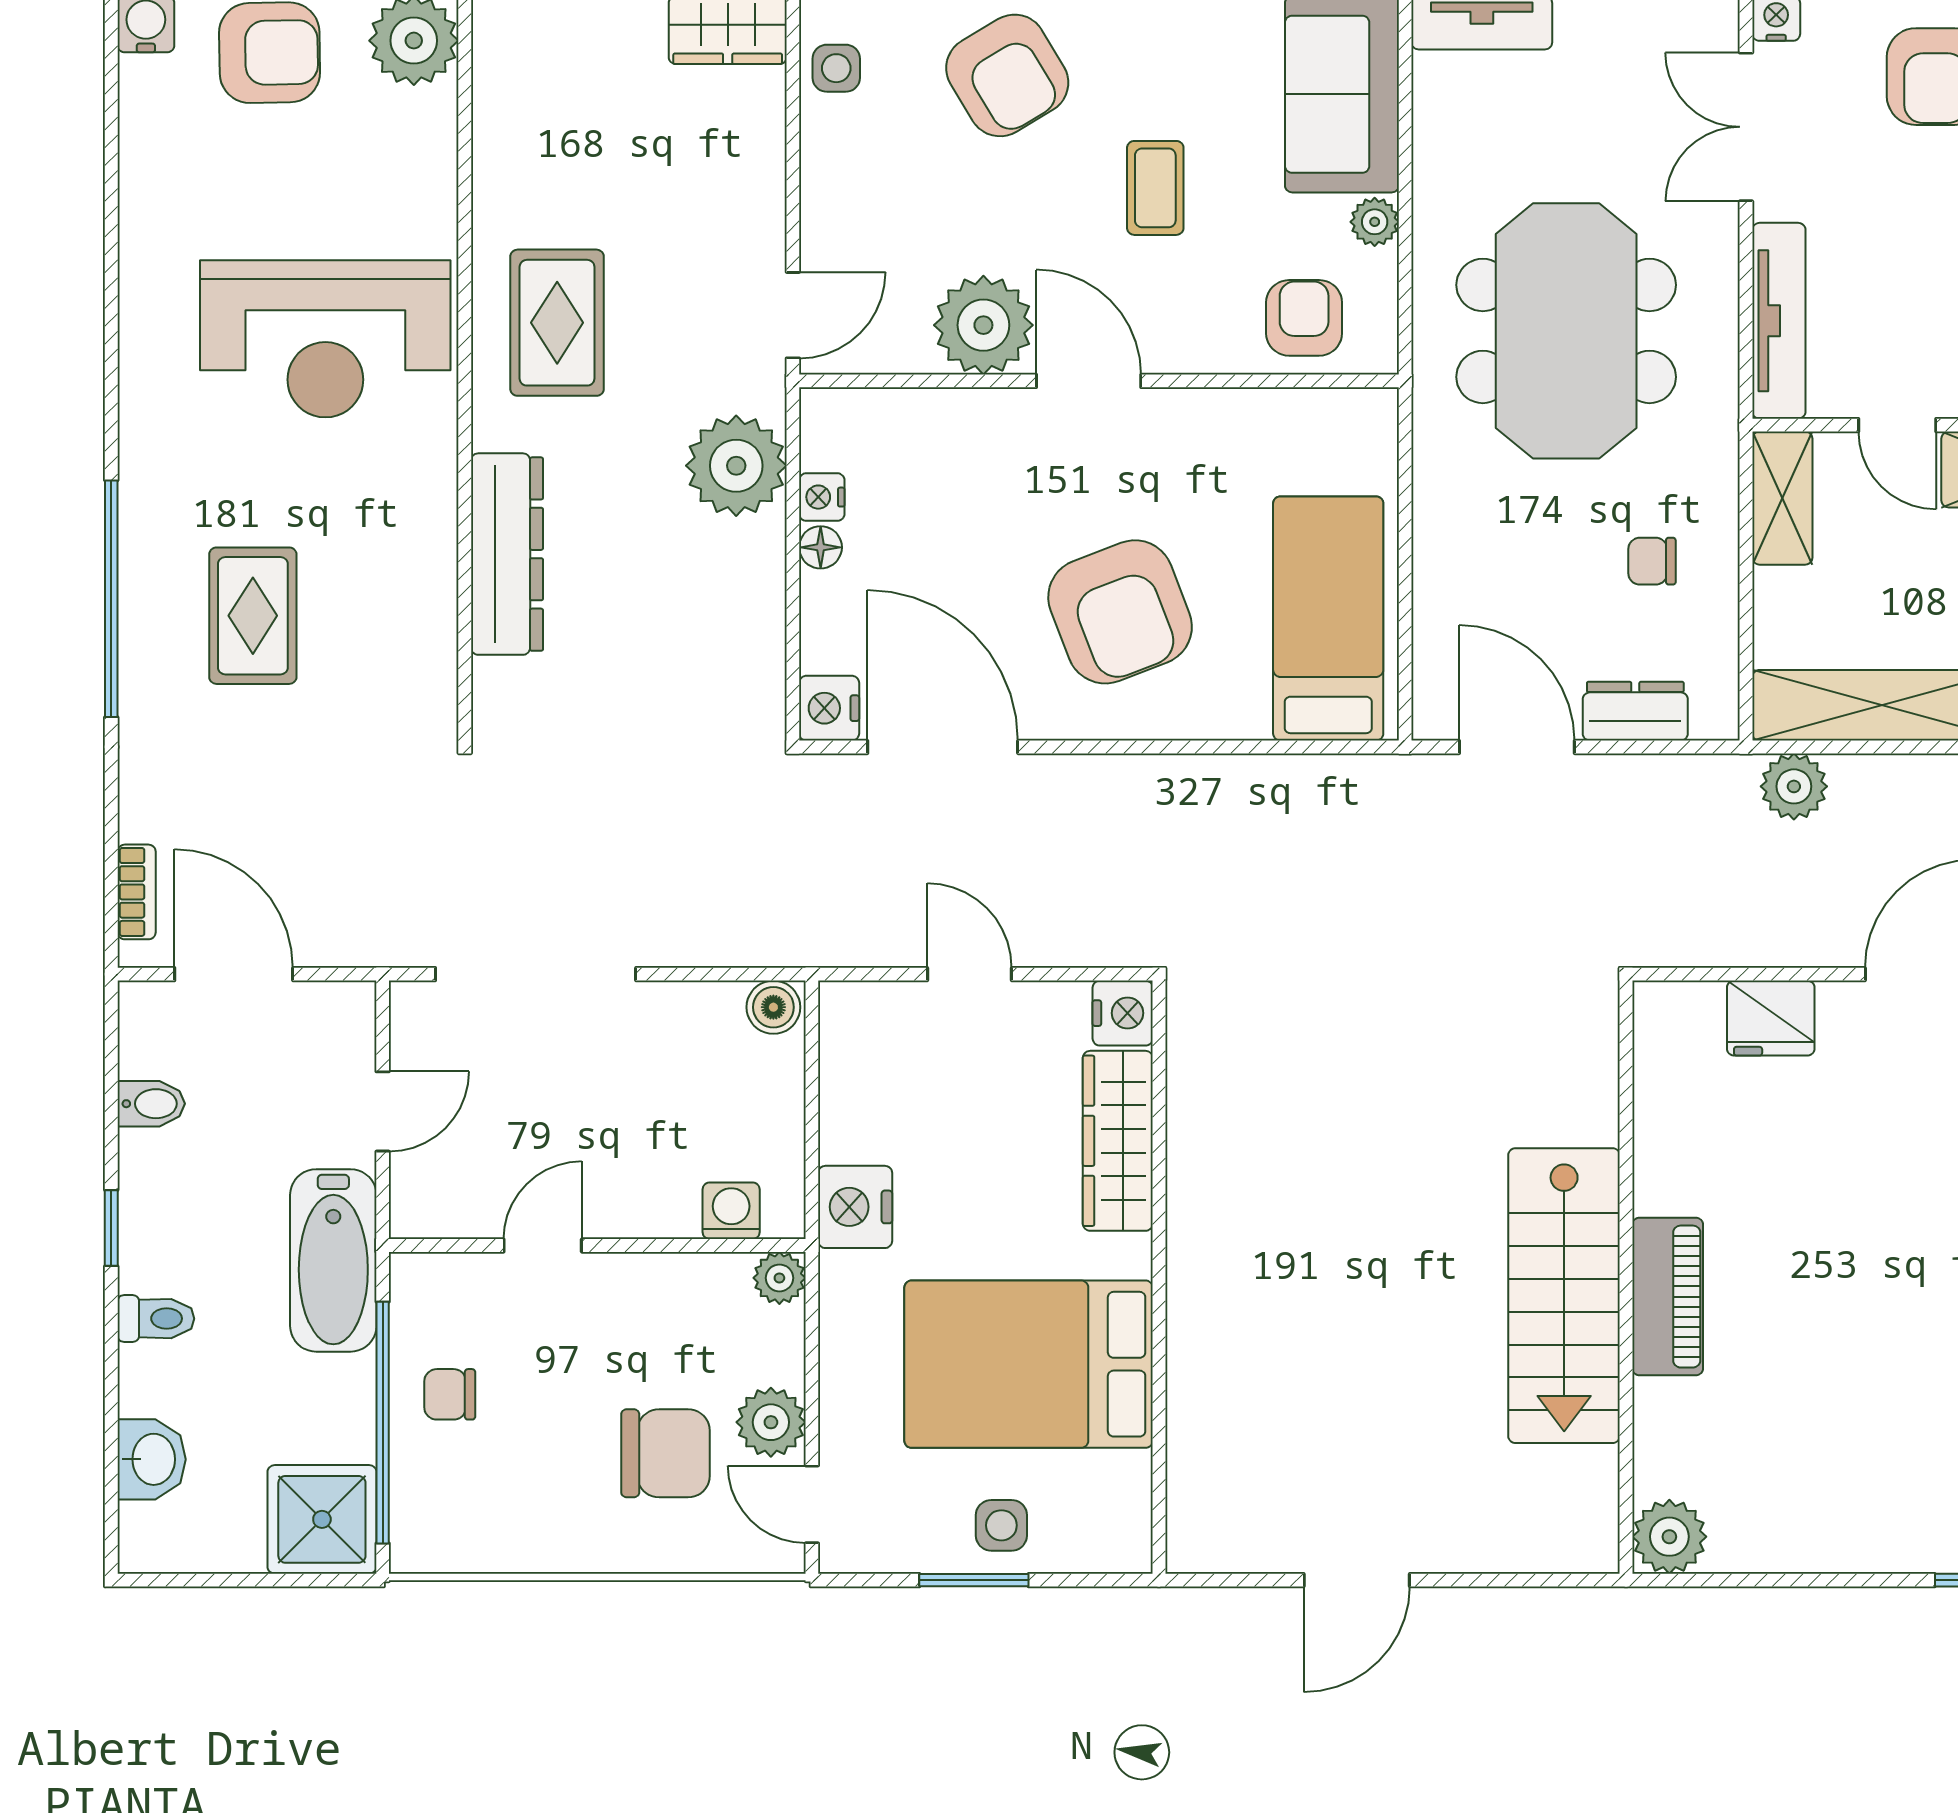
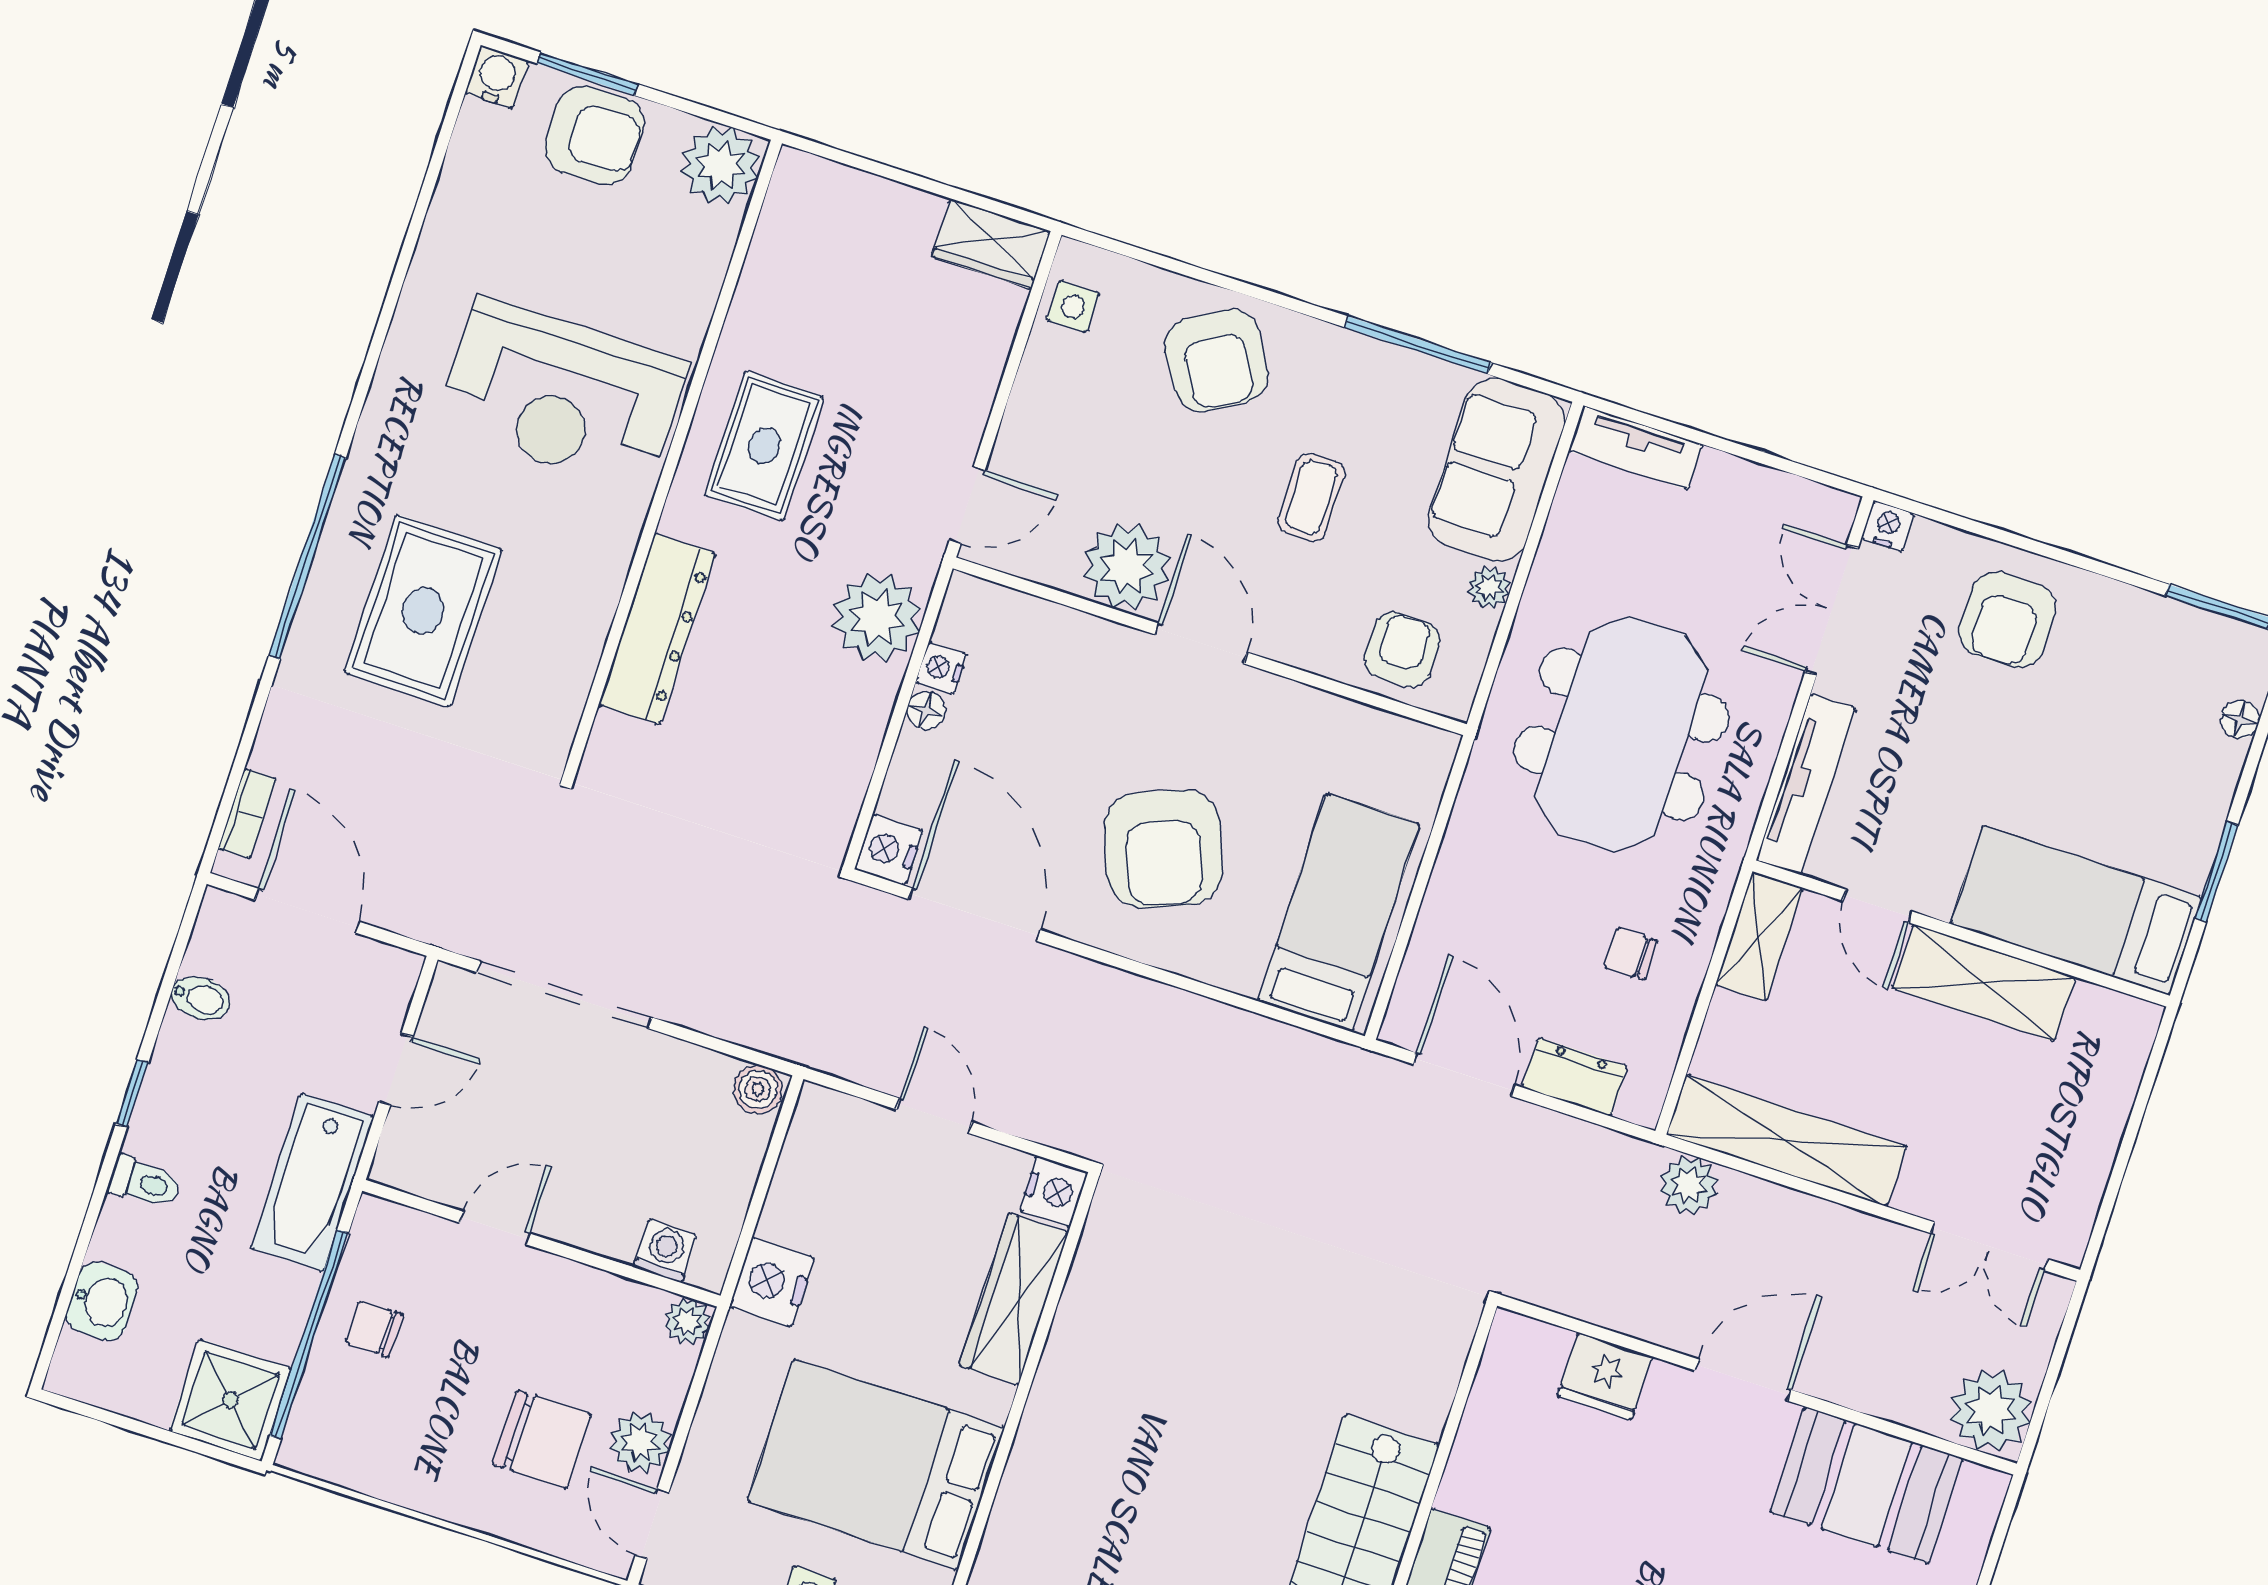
rug: (253, 616) -> (423, 611), width x1.36, depth x1.43

